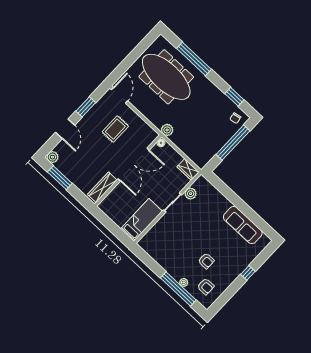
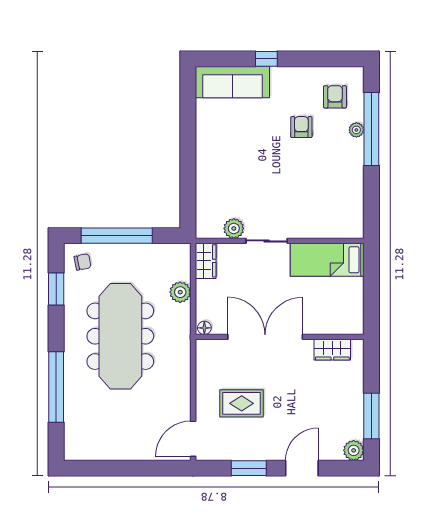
meeting table: (166, 77) -> (120, 336), moved
plant: (167, 130) -> (180, 292), moved
wardrobe: (102, 187) -> (332, 350), width x0.67
sofa: (243, 225) -> (232, 82), moved, turned 90

